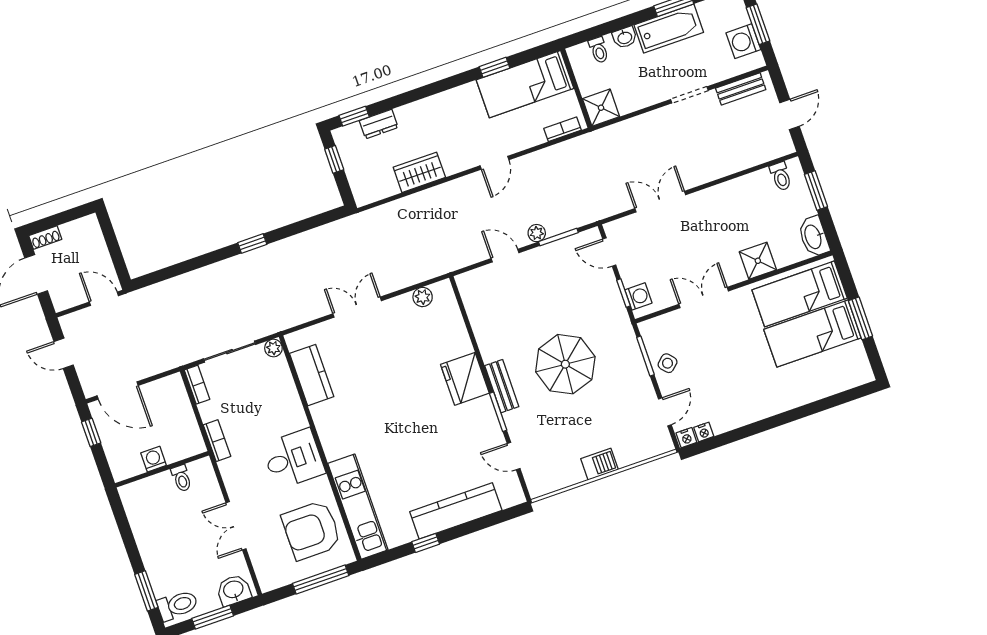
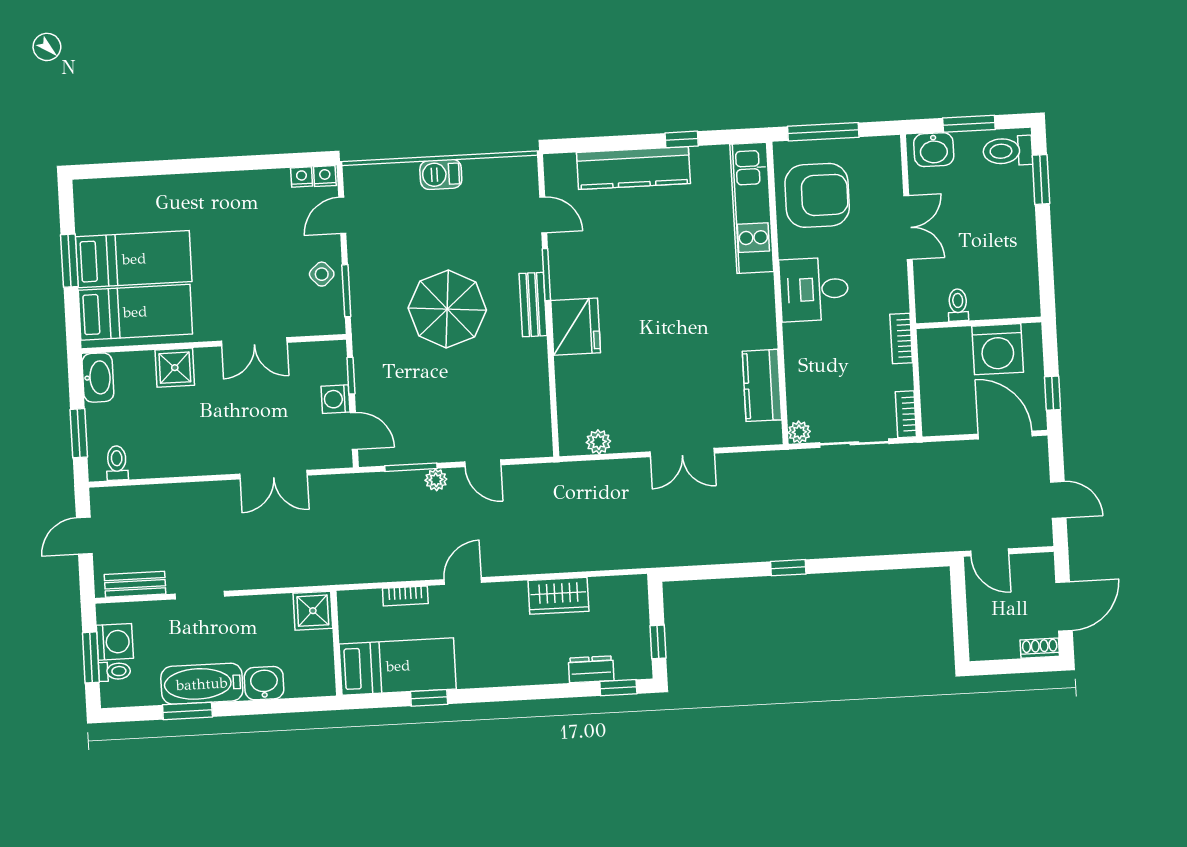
washbasin: (625, 37) -> (264, 683), width x1.38, depth x1.45
toilet: (599, 50) -> (115, 671), moved, turned 90
bookcase: (562, 129) -> (405, 596), moved
washing machine: (638, 296) -> (336, 399), moved
washing machine: (154, 459) -> (998, 349), width x1.89, depth x1.89

